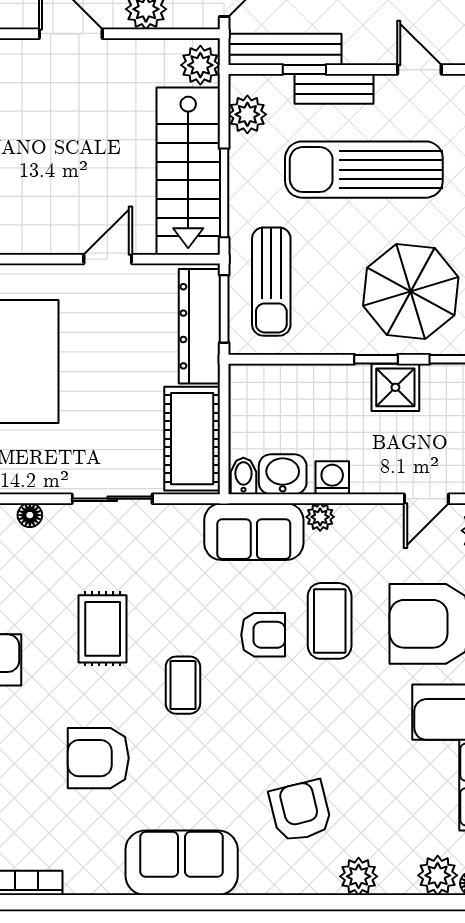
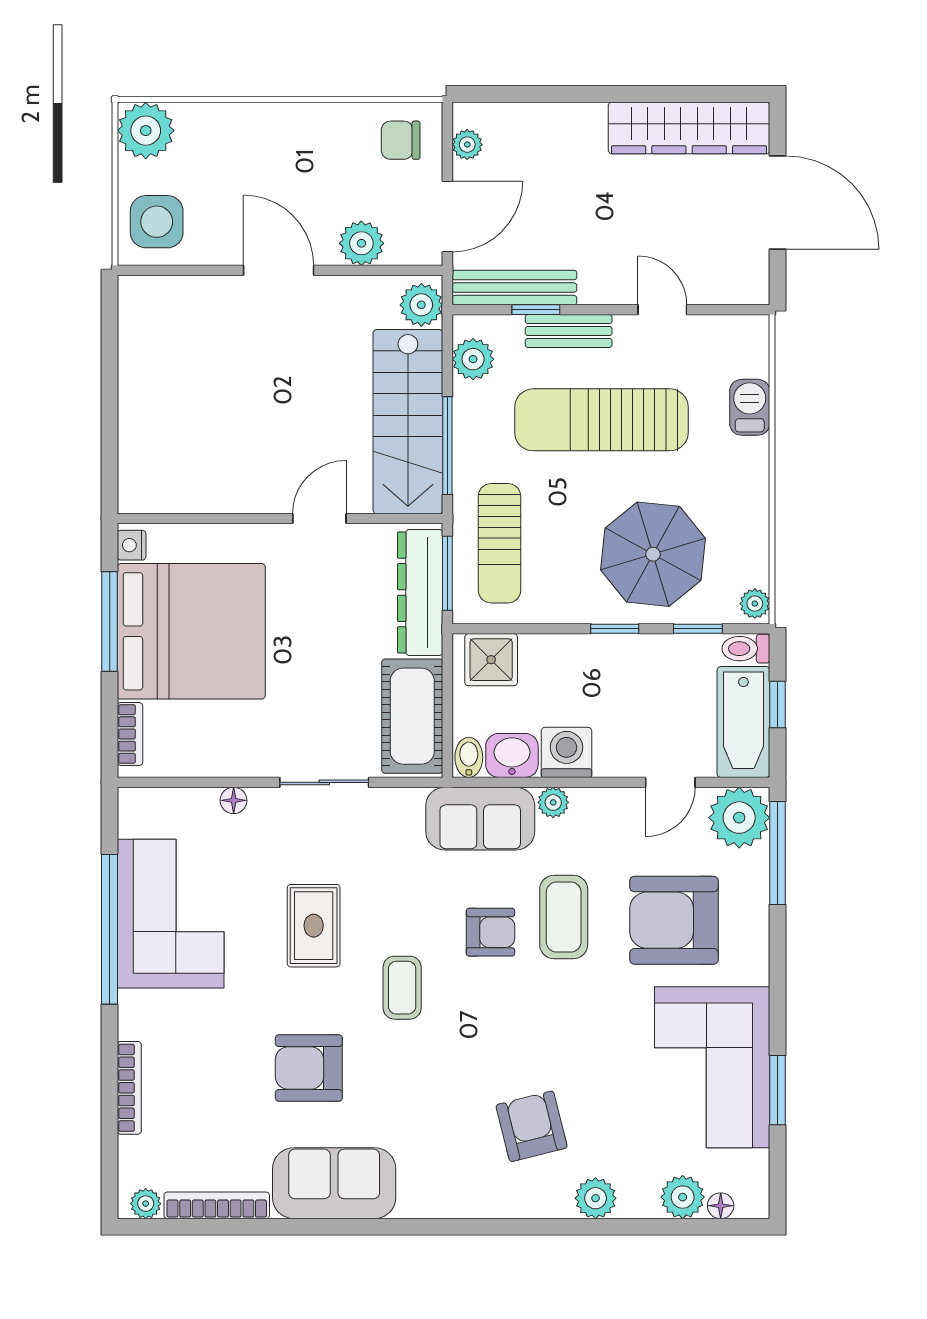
shower: (395, 387) -> (491, 660), moved
washing machine: (332, 478) -> (567, 752), width x1.38, depth x1.38
sofa: (182, 863) -> (334, 1183), moved

